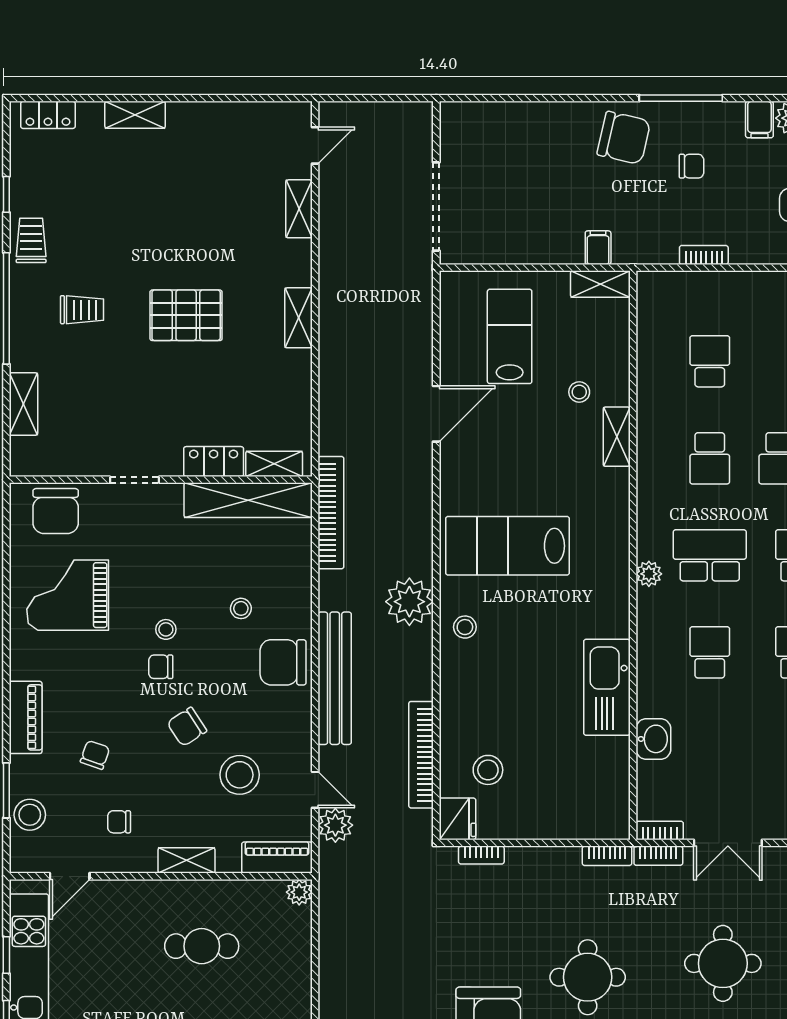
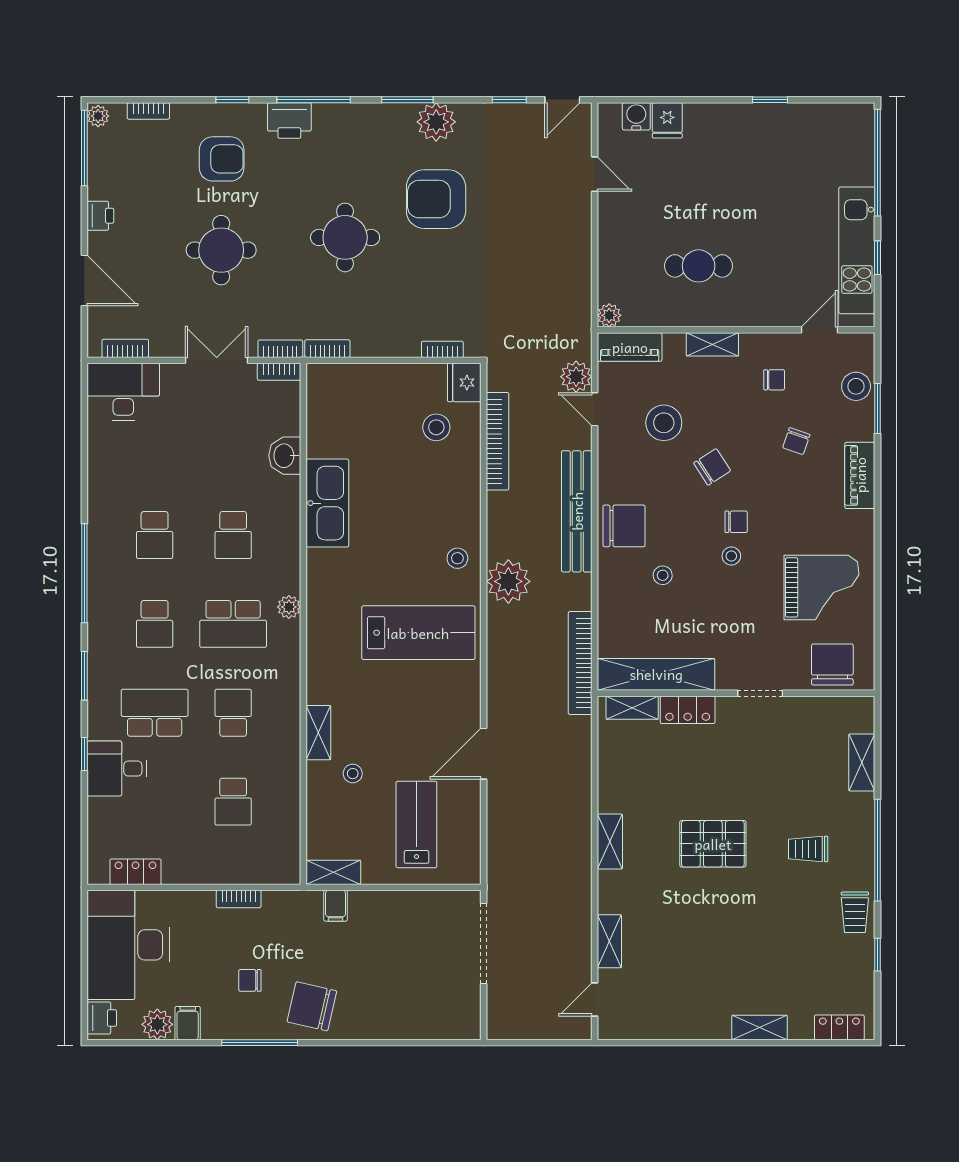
lab bench: (510, 336) -> (416, 824), turned 180

